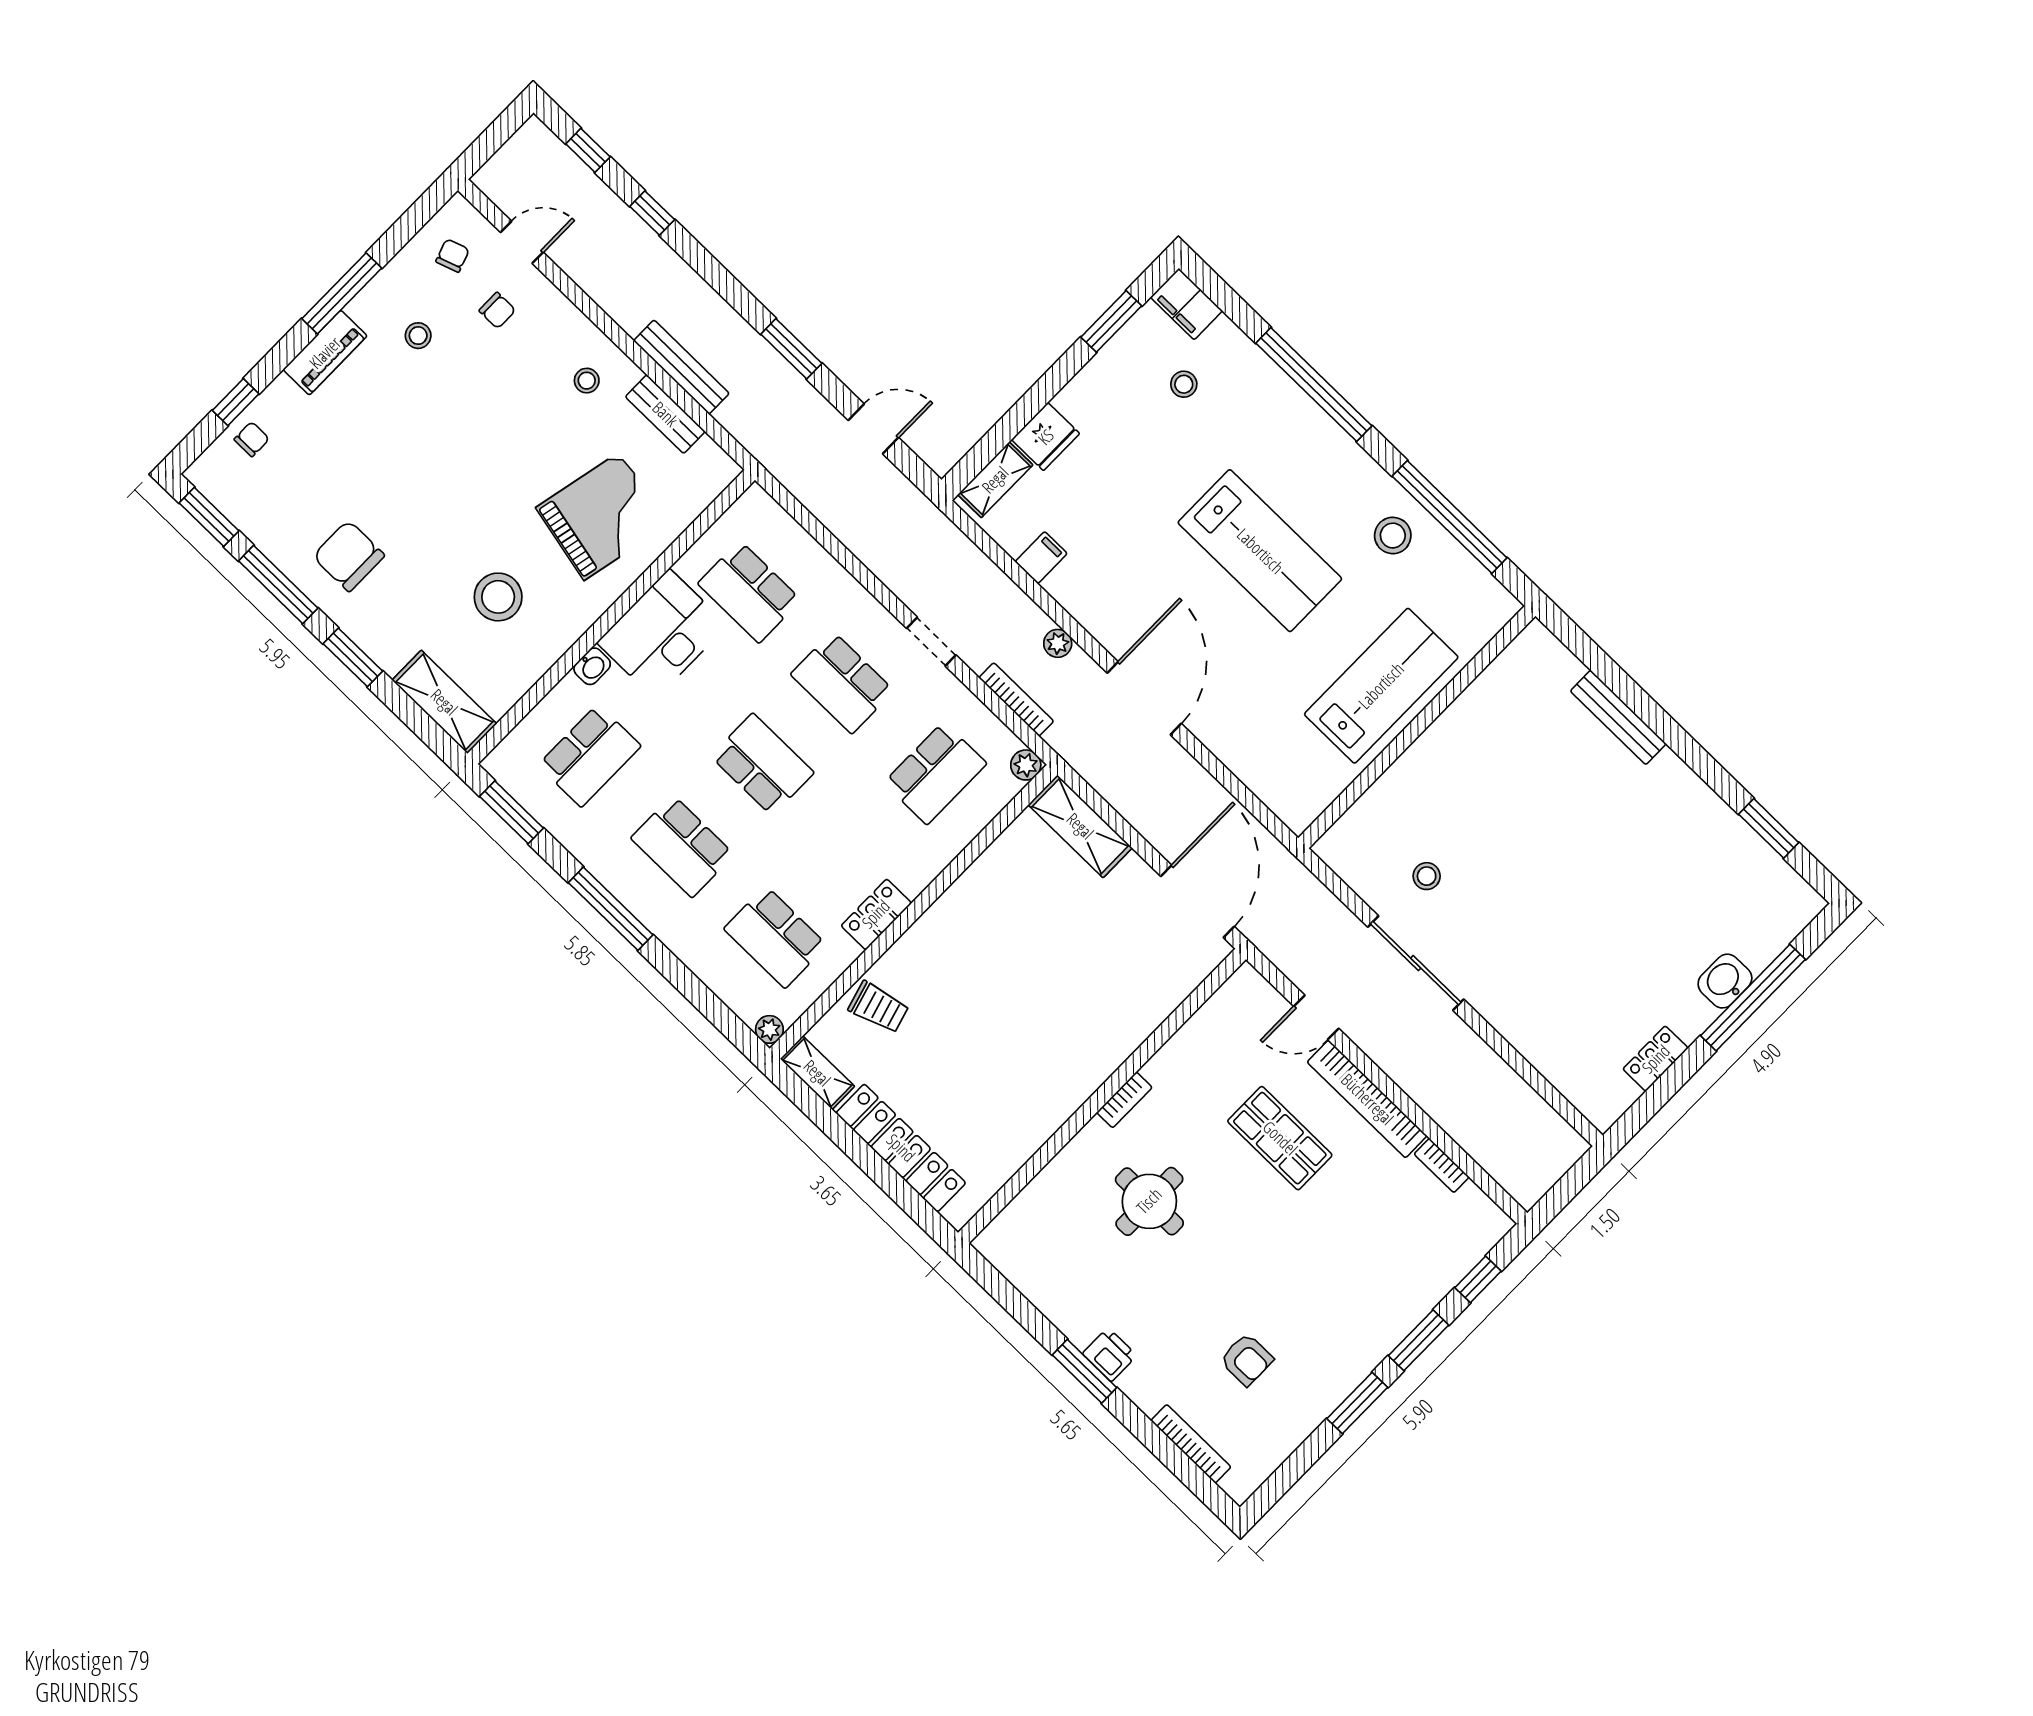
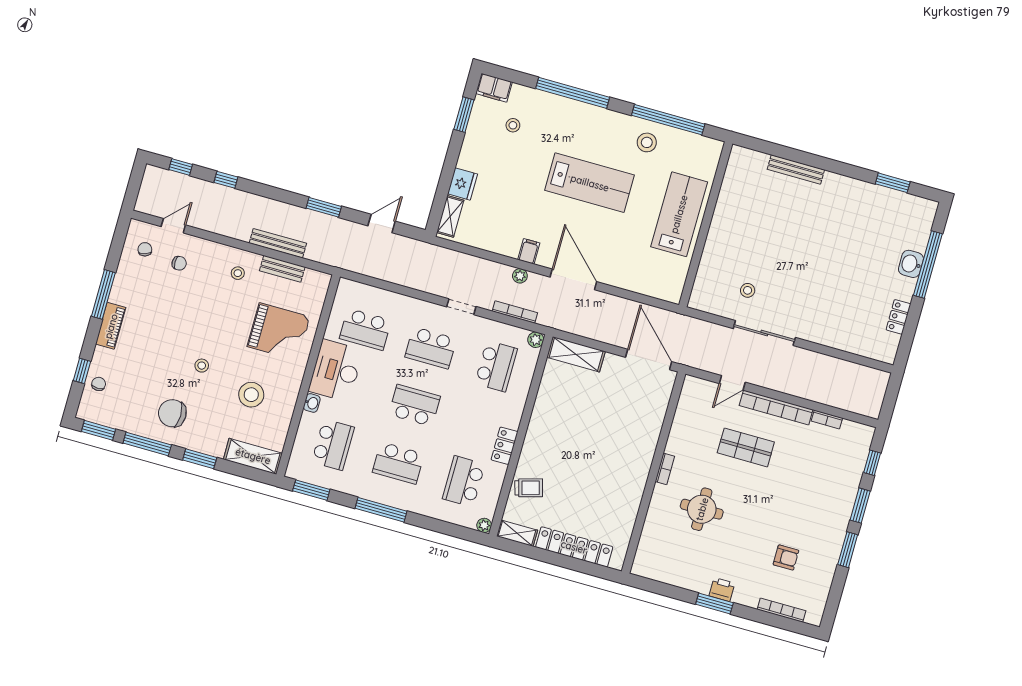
stool: (418, 336) -> (202, 366), moved
grand piano: (602, 516) -> (279, 332), turned 78
filing cabinet: (1041, 558) -> (529, 251), moved
school desk: (775, 937) -> (464, 481), turned 90

